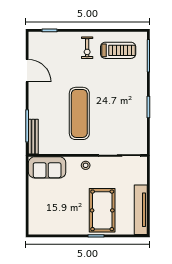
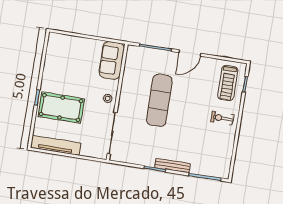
treadmill: (118, 50) -> (228, 83), moved
door: (27, 71) -> (190, 53), moved
exercise mat: (79, 113) -> (159, 100), turned 90
bench: (33, 137) -> (172, 166), moved

